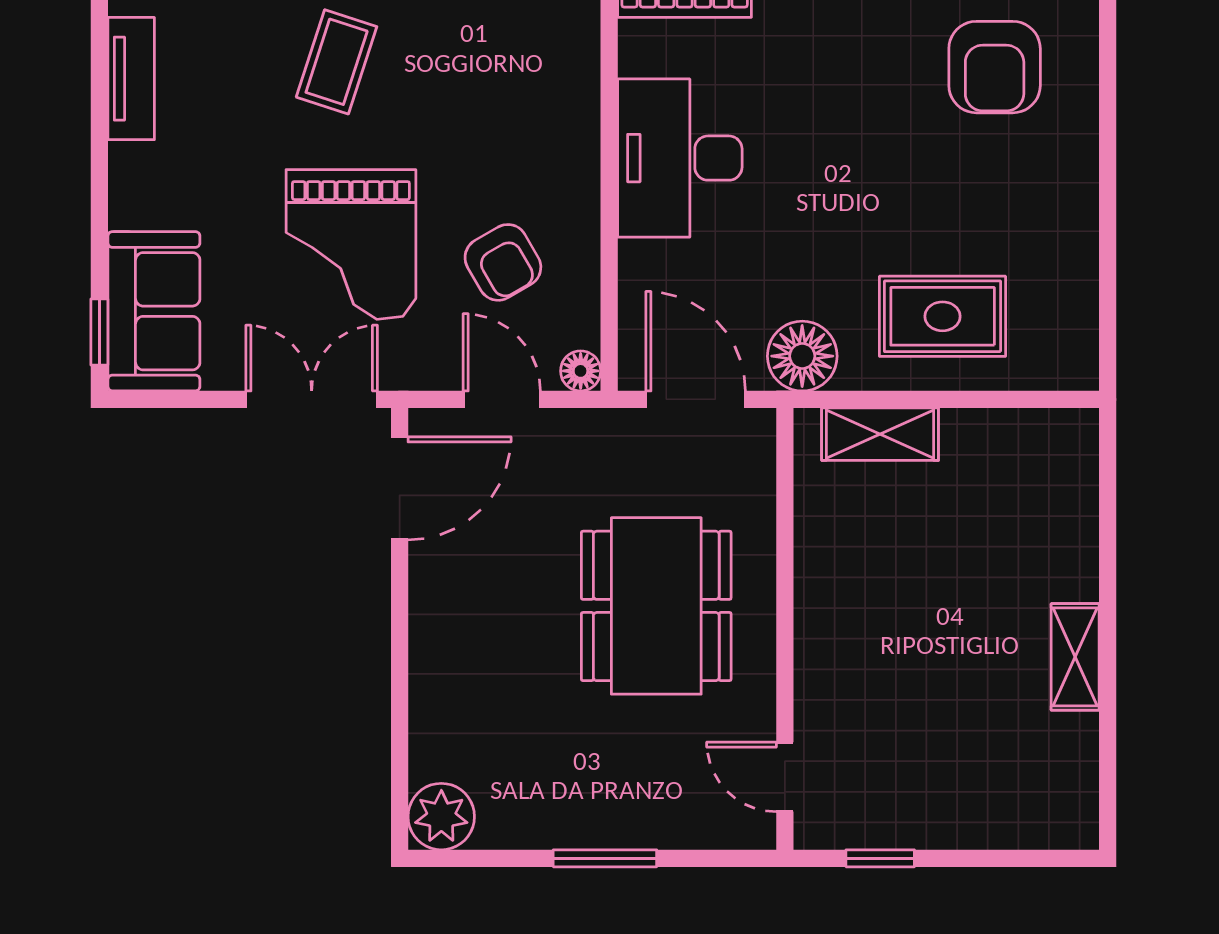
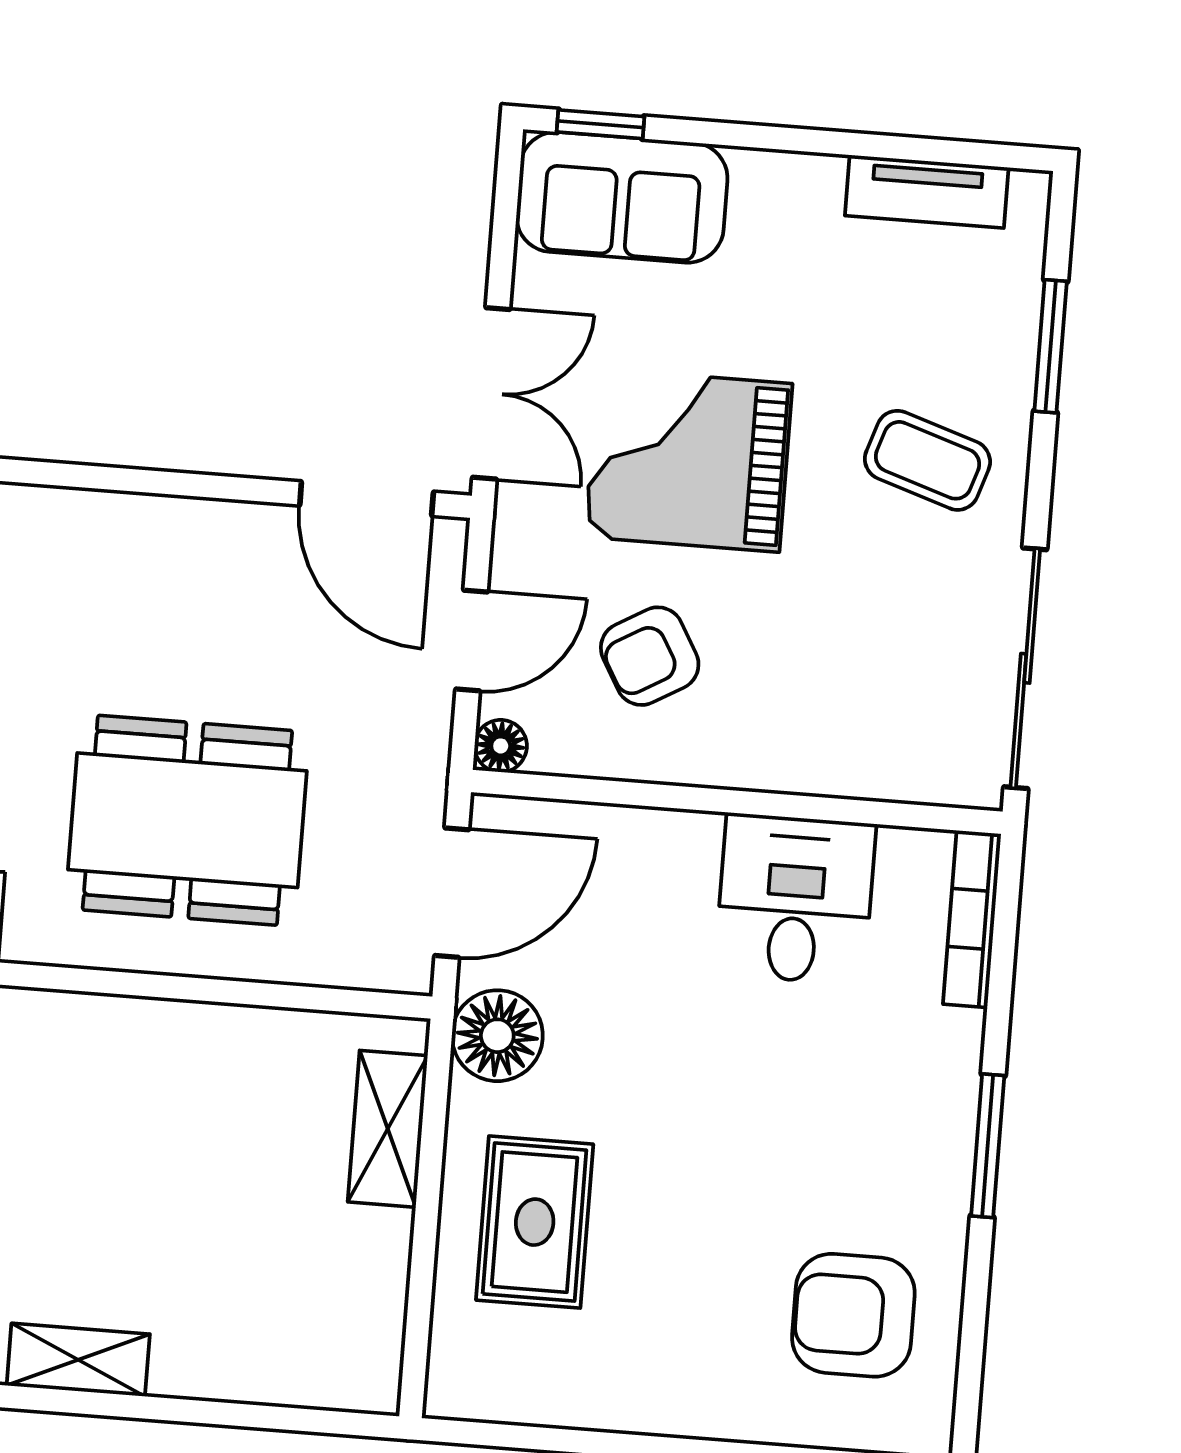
desk: (680, 158) -> (795, 899), width x0.73

